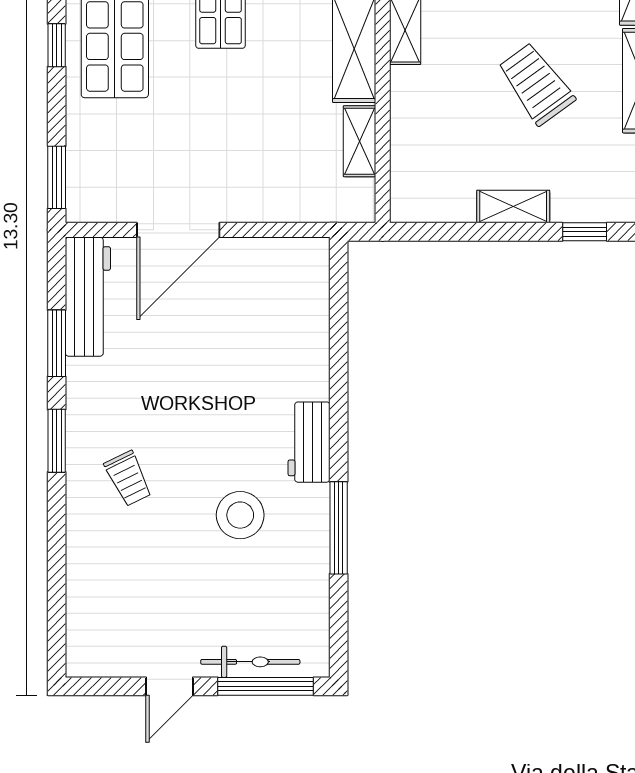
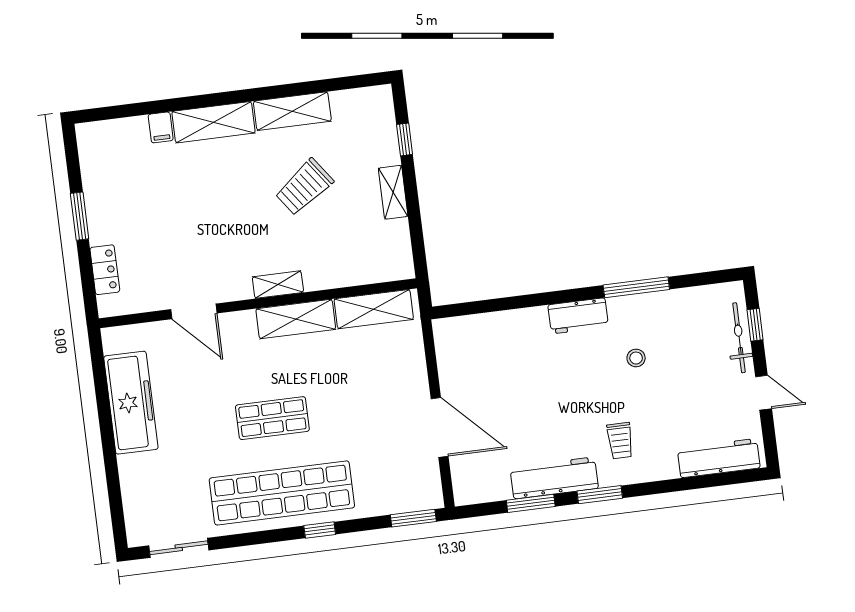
shelving: (360, 141) -> (374, 309), width x1.50, depth x1.33
workbench: (88, 297) -> (554, 478), moved
trolley: (128, 478) -> (620, 441), turned 116
stool: (240, 515) -> (636, 358), width x0.53, depth x0.53
workbench: (86, 612) -> (719, 458), added
window: (266, 686) -> (755, 325), width x0.46

